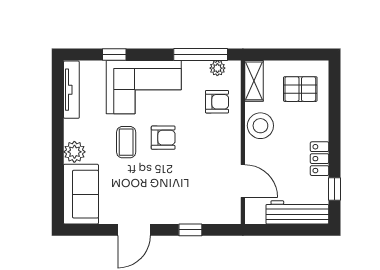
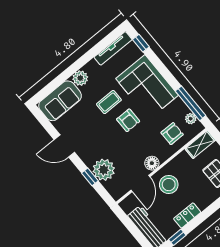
window: (114, 55) -> (141, 43), moved
armchair: (217, 102) -> (172, 134), turned -90
stool: (260, 126) -> (169, 185), moved
floor lamp: (231, 150) -> (152, 163), added
plant: (195, 208) -> (104, 170), added

